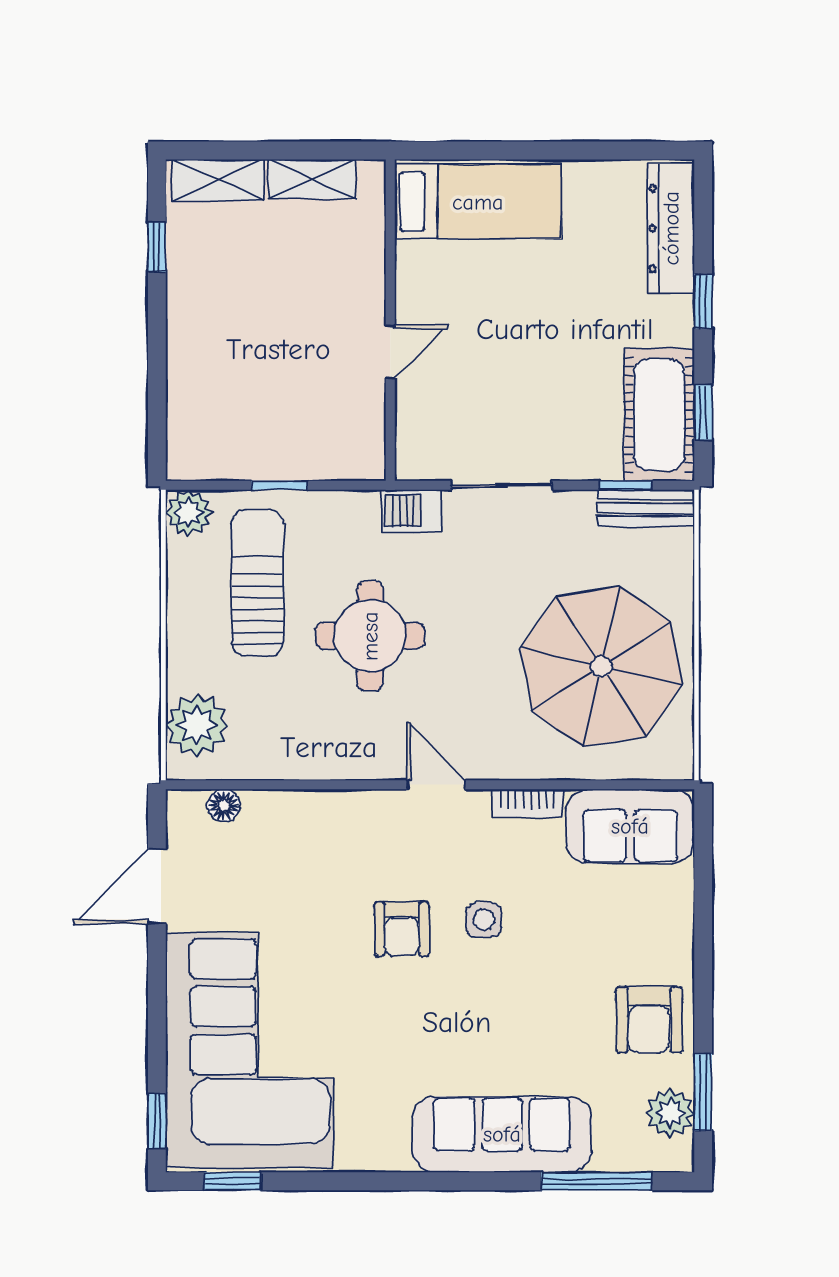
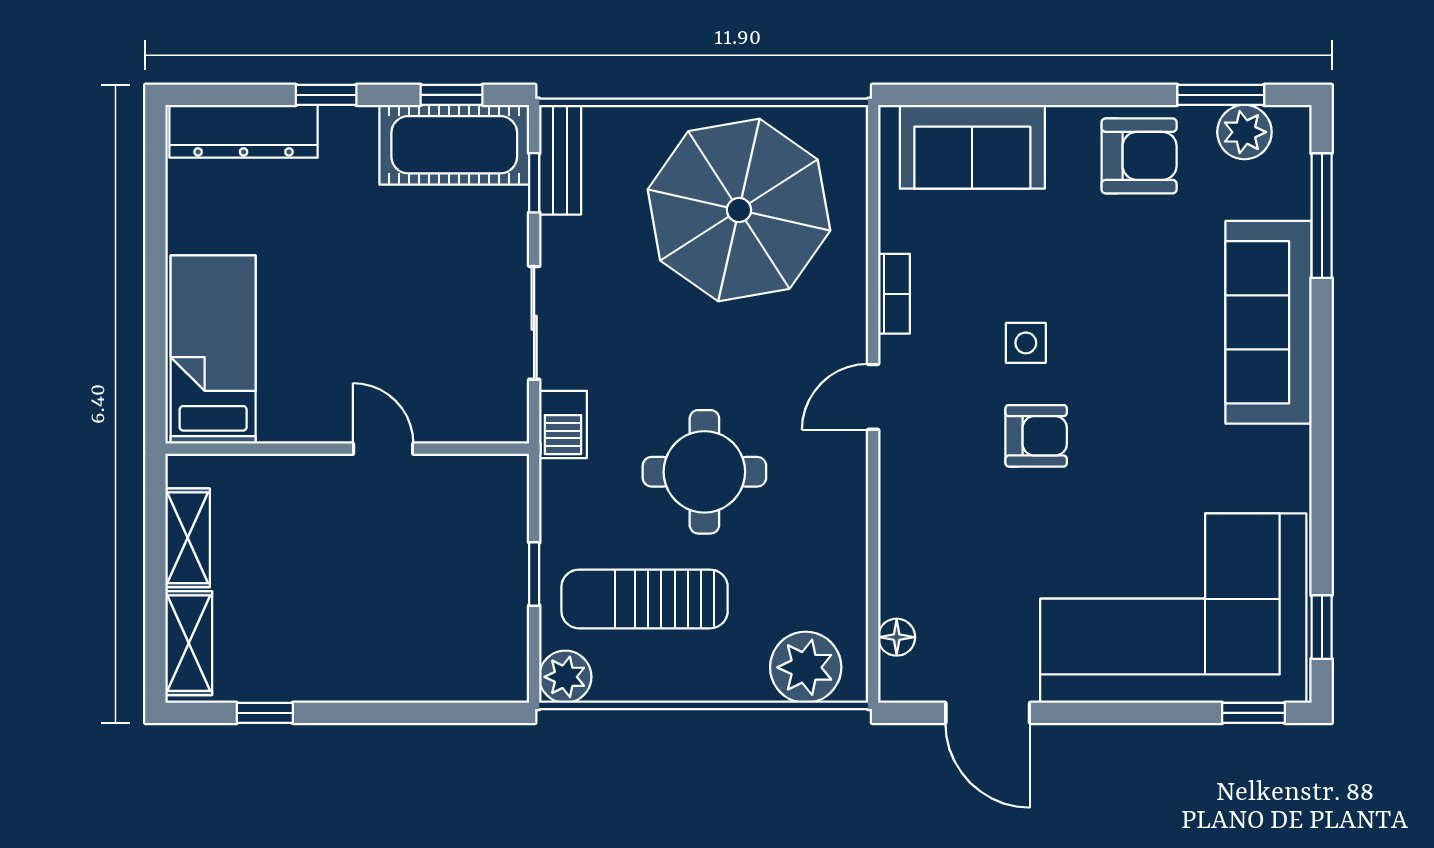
sofa: (630, 826) -> (972, 147), moved, turned 90

